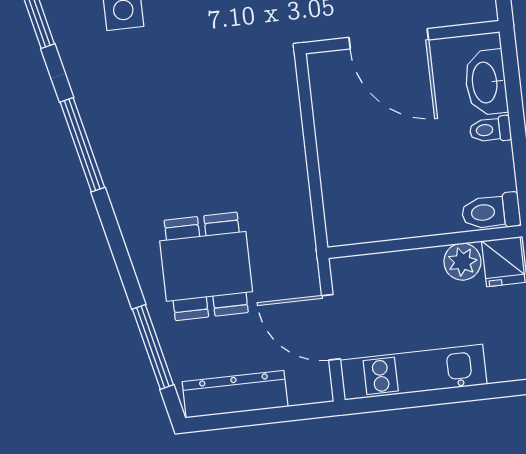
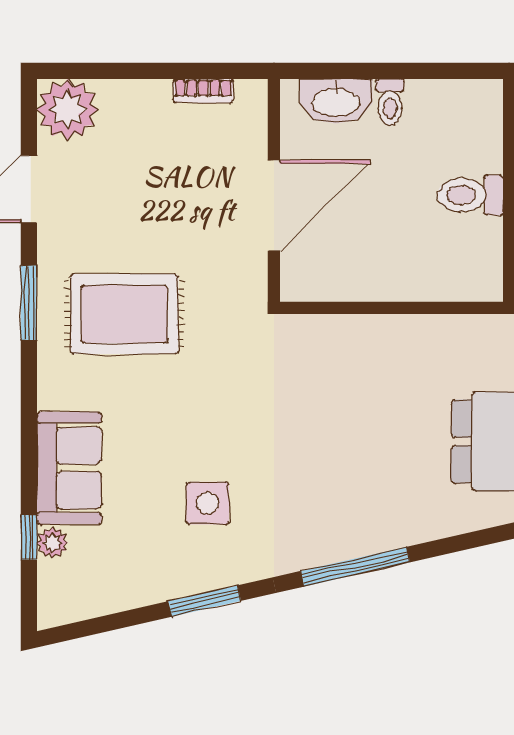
toilet: (491, 212) -> (470, 195), moved, turned 90

